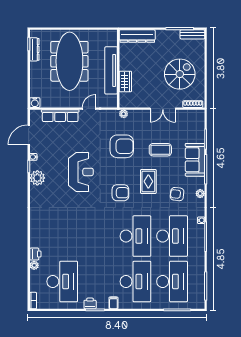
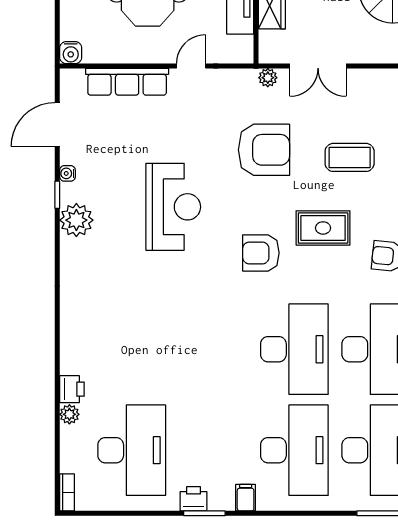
double door: (163, 109) -> (318, 66), moved
rug: (148, 181) -> (323, 228), turned 90
armchair: (120, 193) -> (261, 253), turned 180

